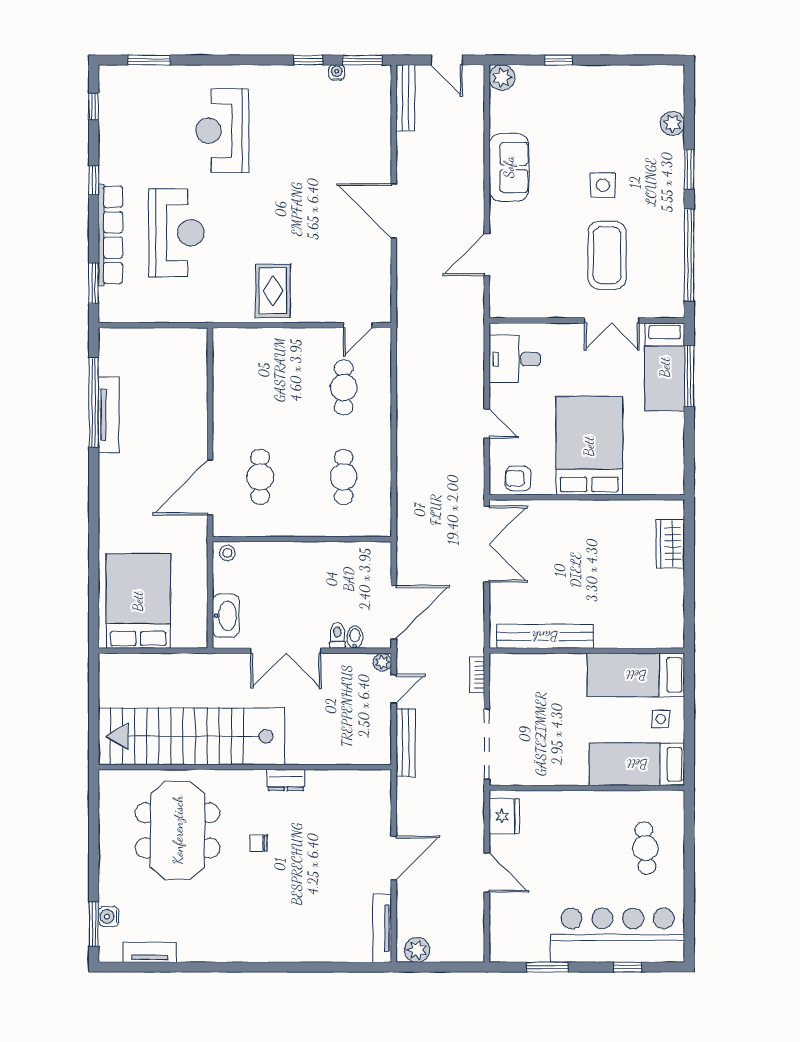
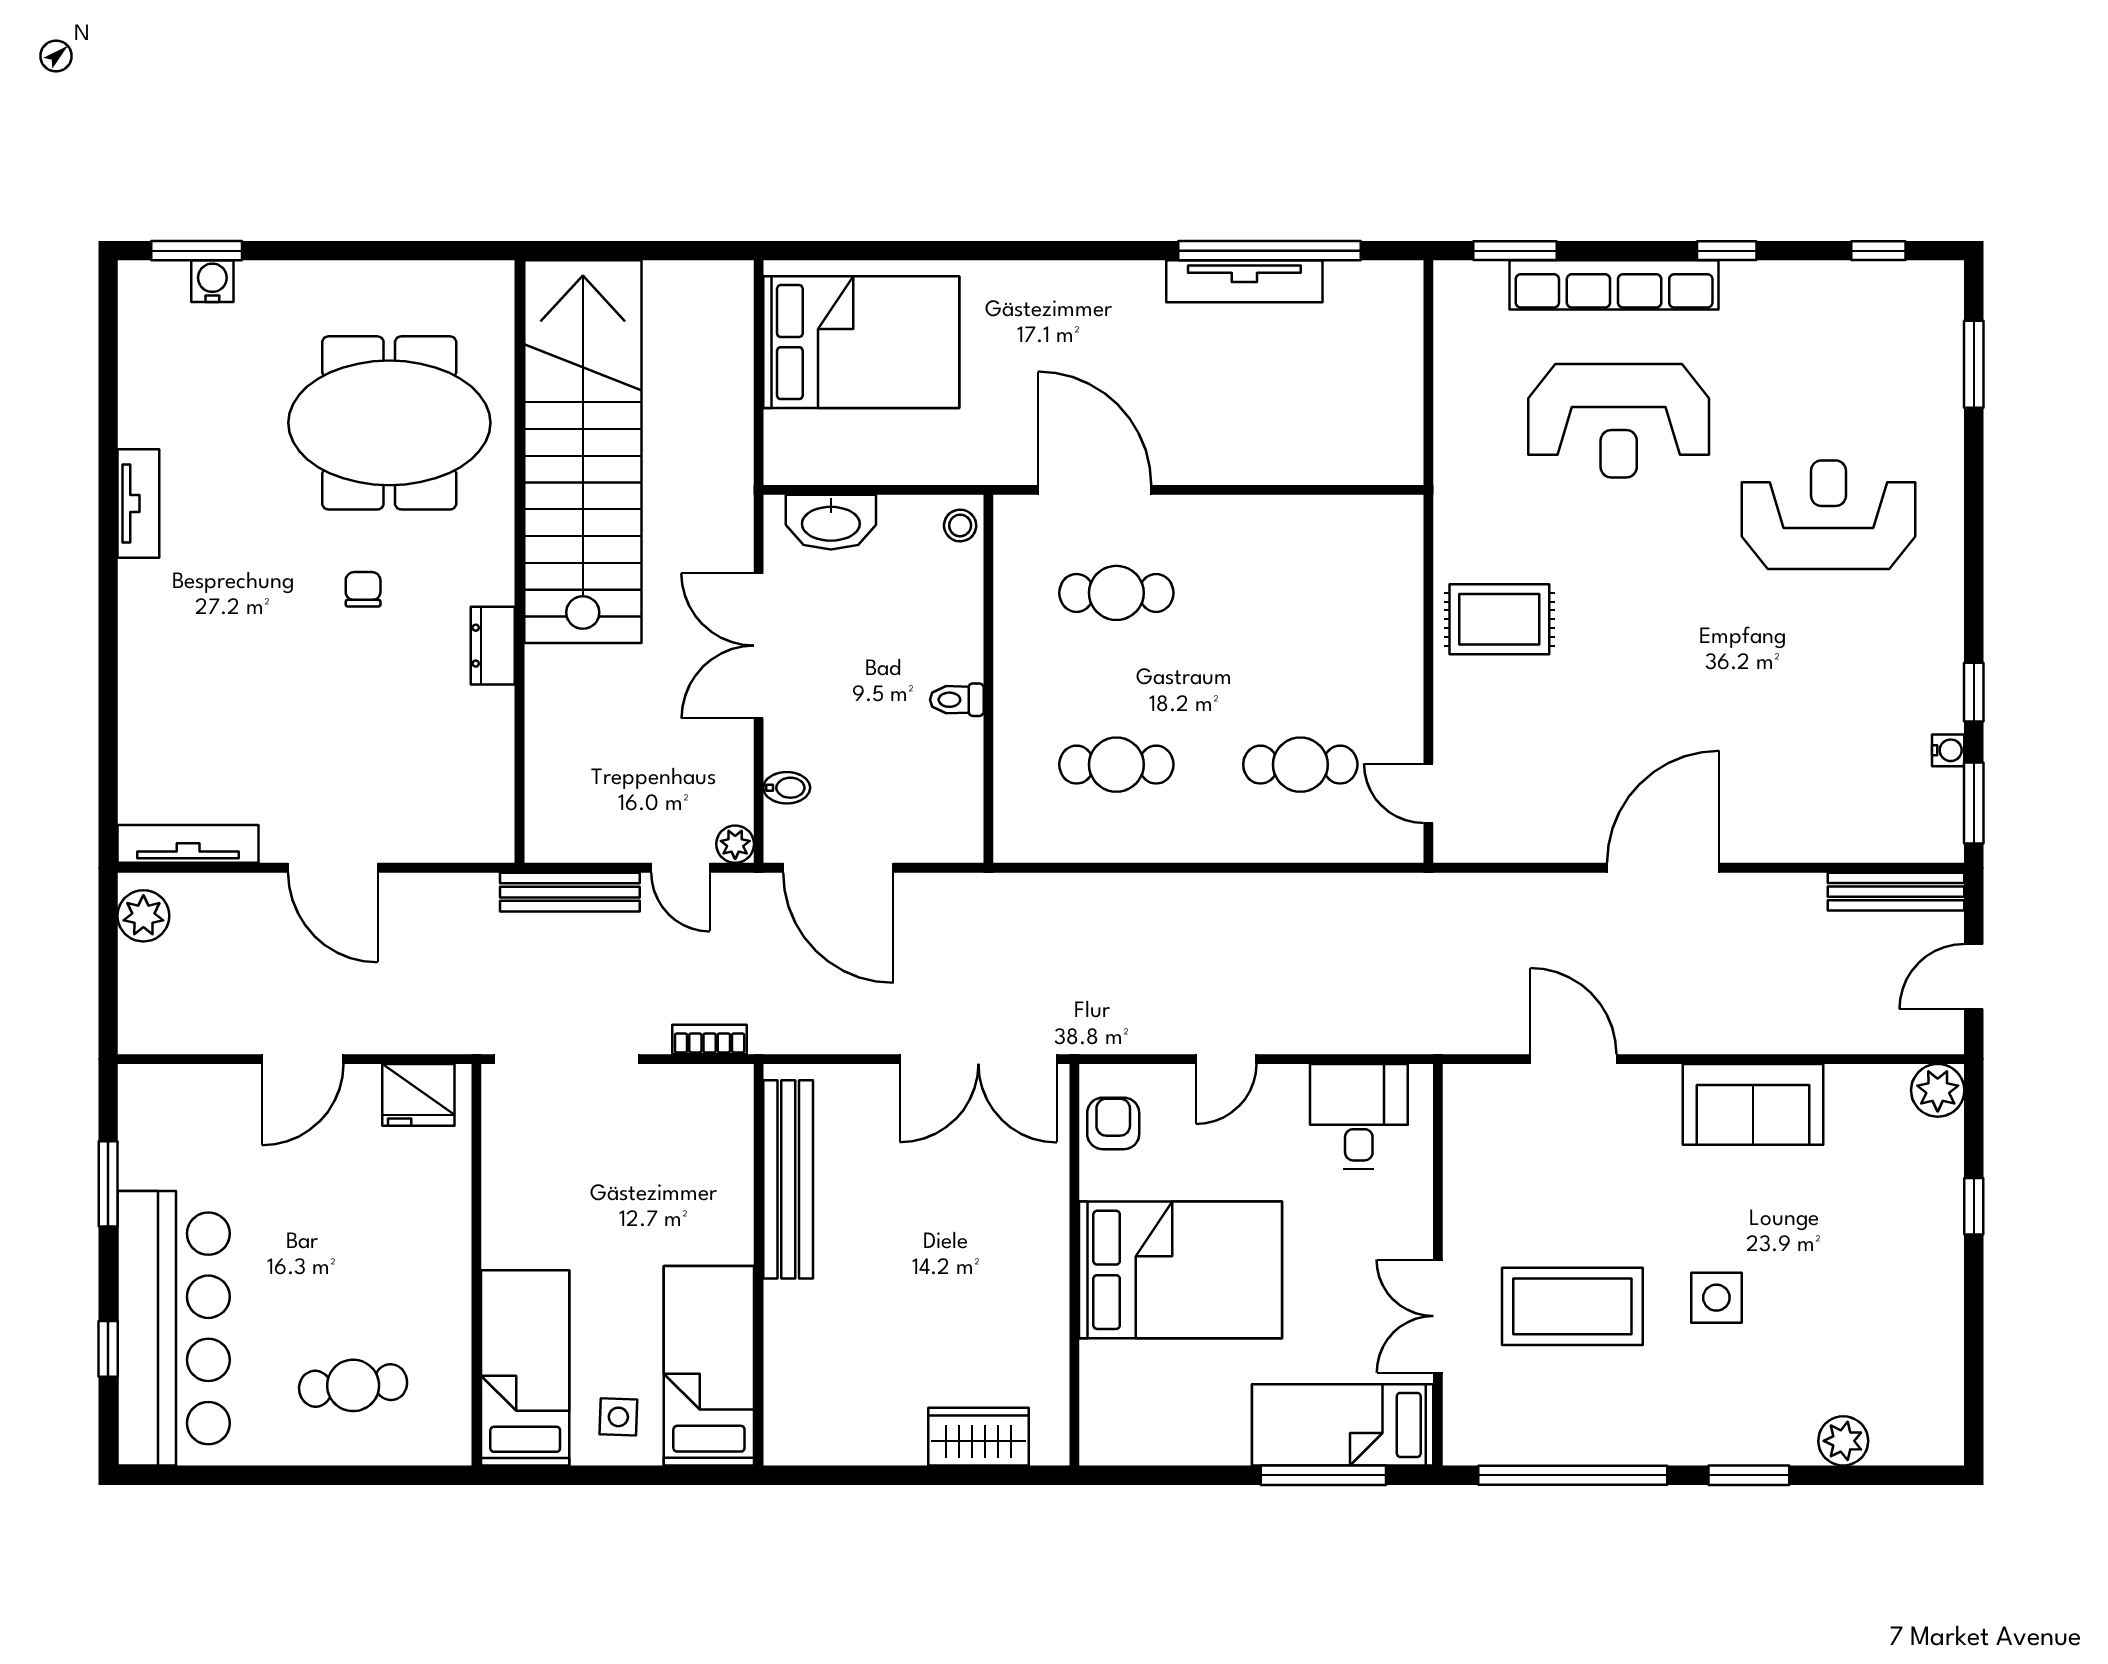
toilet: (337, 636) -> (957, 700), moved, turned 180
tv unit: (150, 952) -> (138, 503), moved

